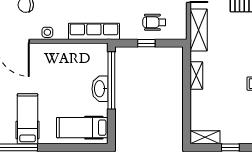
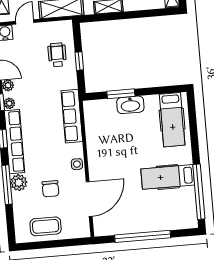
wheelchair: (154, 22) -> (57, 55), turned 180
window: (111, 80) -> (121, 94), width x0.47

